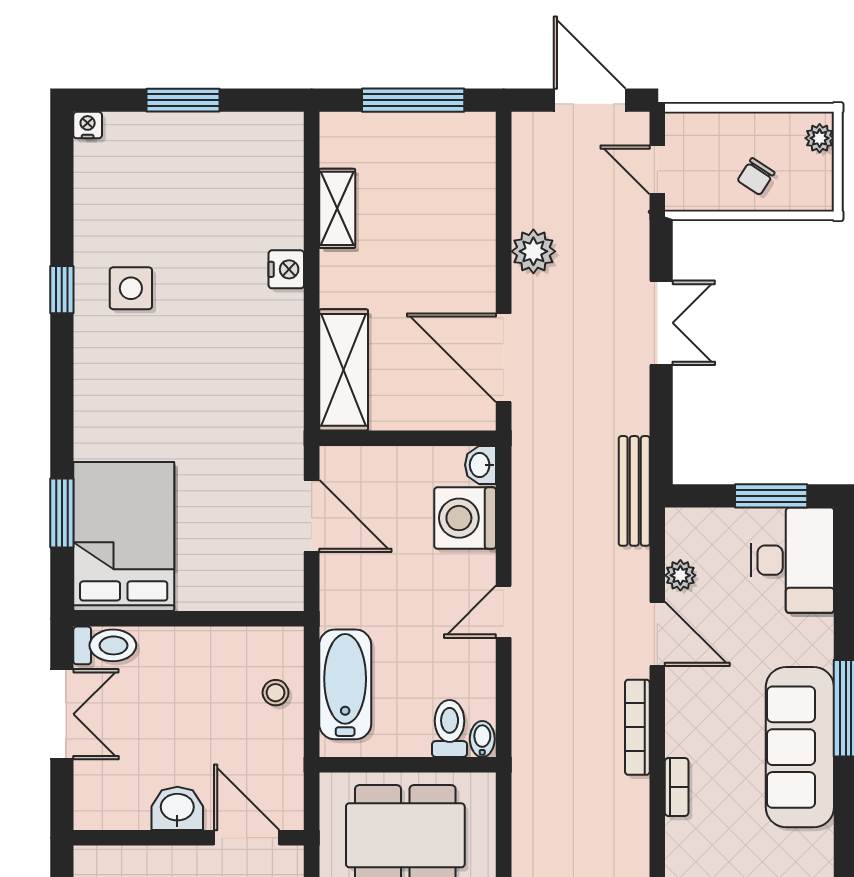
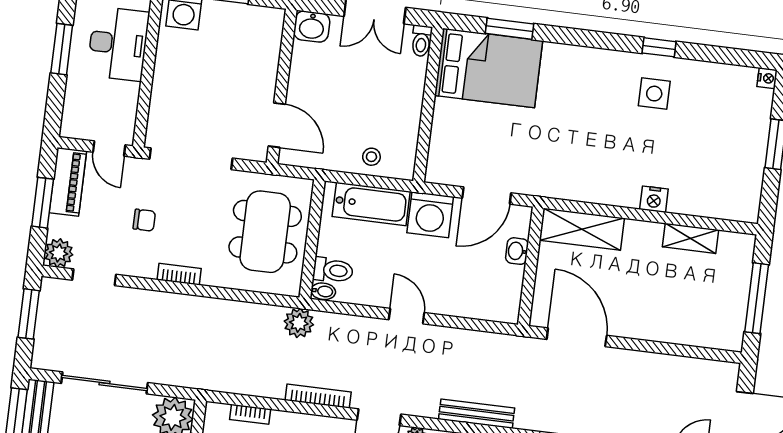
plant: (533, 251) -> (299, 323), moved
door: (504, 358) -> (577, 337), hinge flipped
washbasin: (480, 465) -> (517, 251), moved, turned -90
washing machine: (465, 518) -> (430, 215), moved, turned 180
toilet: (105, 645) -> (421, 41), width x0.73, depth x0.72
bookcase: (677, 787) -> (250, 414), moved
washbasin: (177, 808) -> (312, 27), moved, turned 90
door: (247, 838) -> (277, 125), hinge flipped

